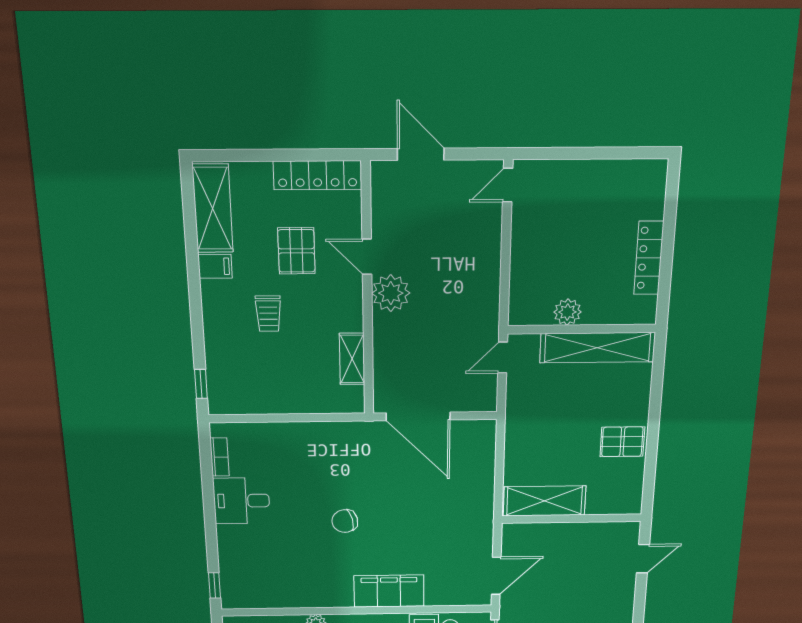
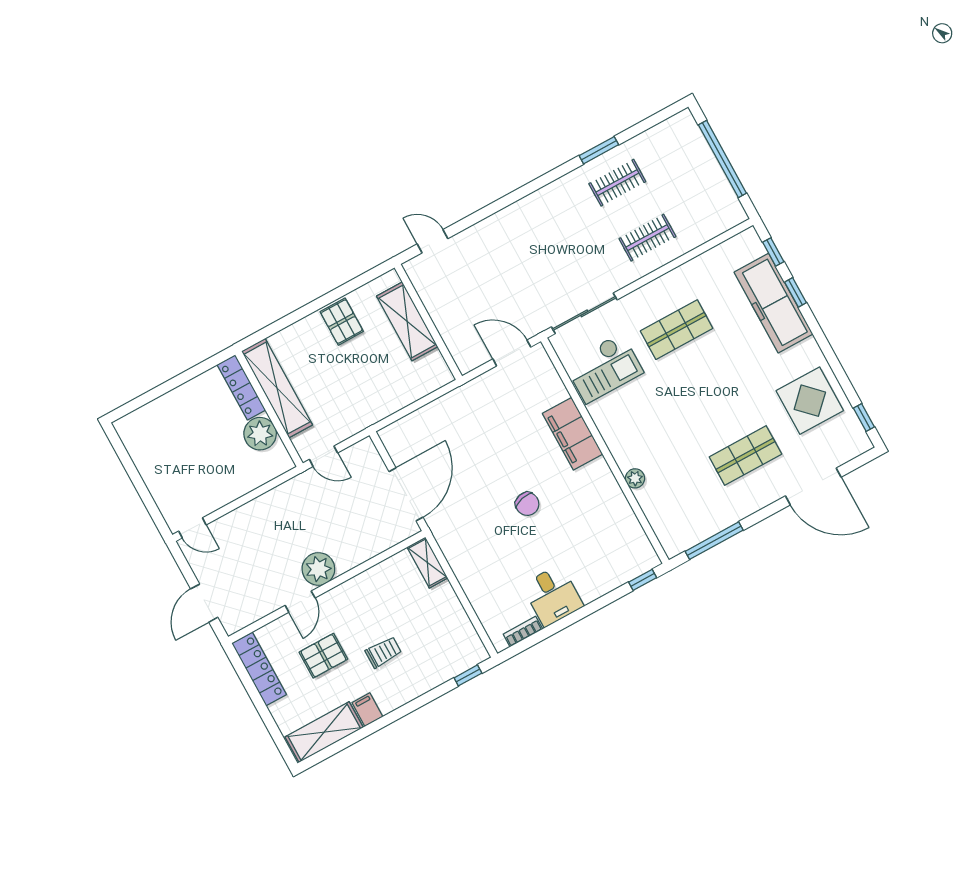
locker: (649, 258) -> (241, 387), moved, turned 90
plant: (568, 312) -> (260, 434), width x1.36, depth x1.36
shelving: (352, 359) -> (427, 563), moved, turned 90
shelving: (544, 501) -> (407, 321), moved

